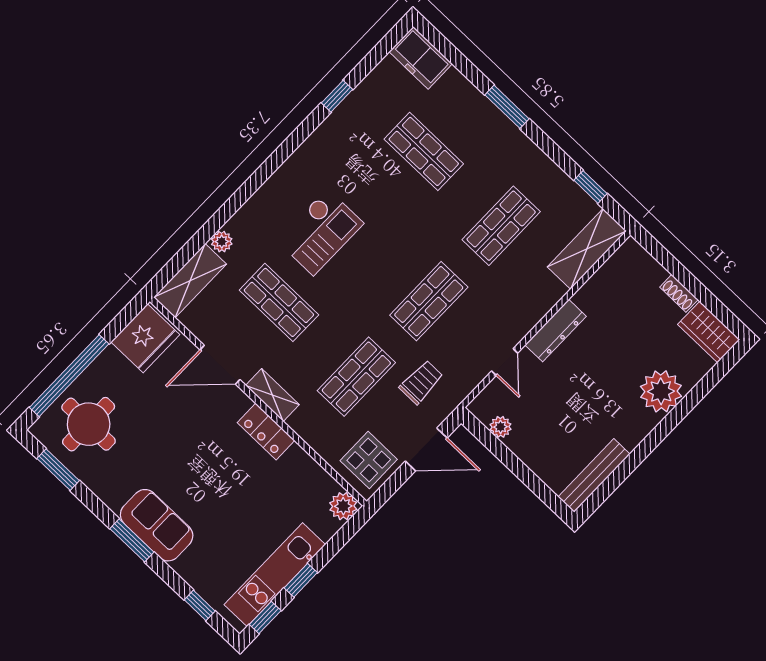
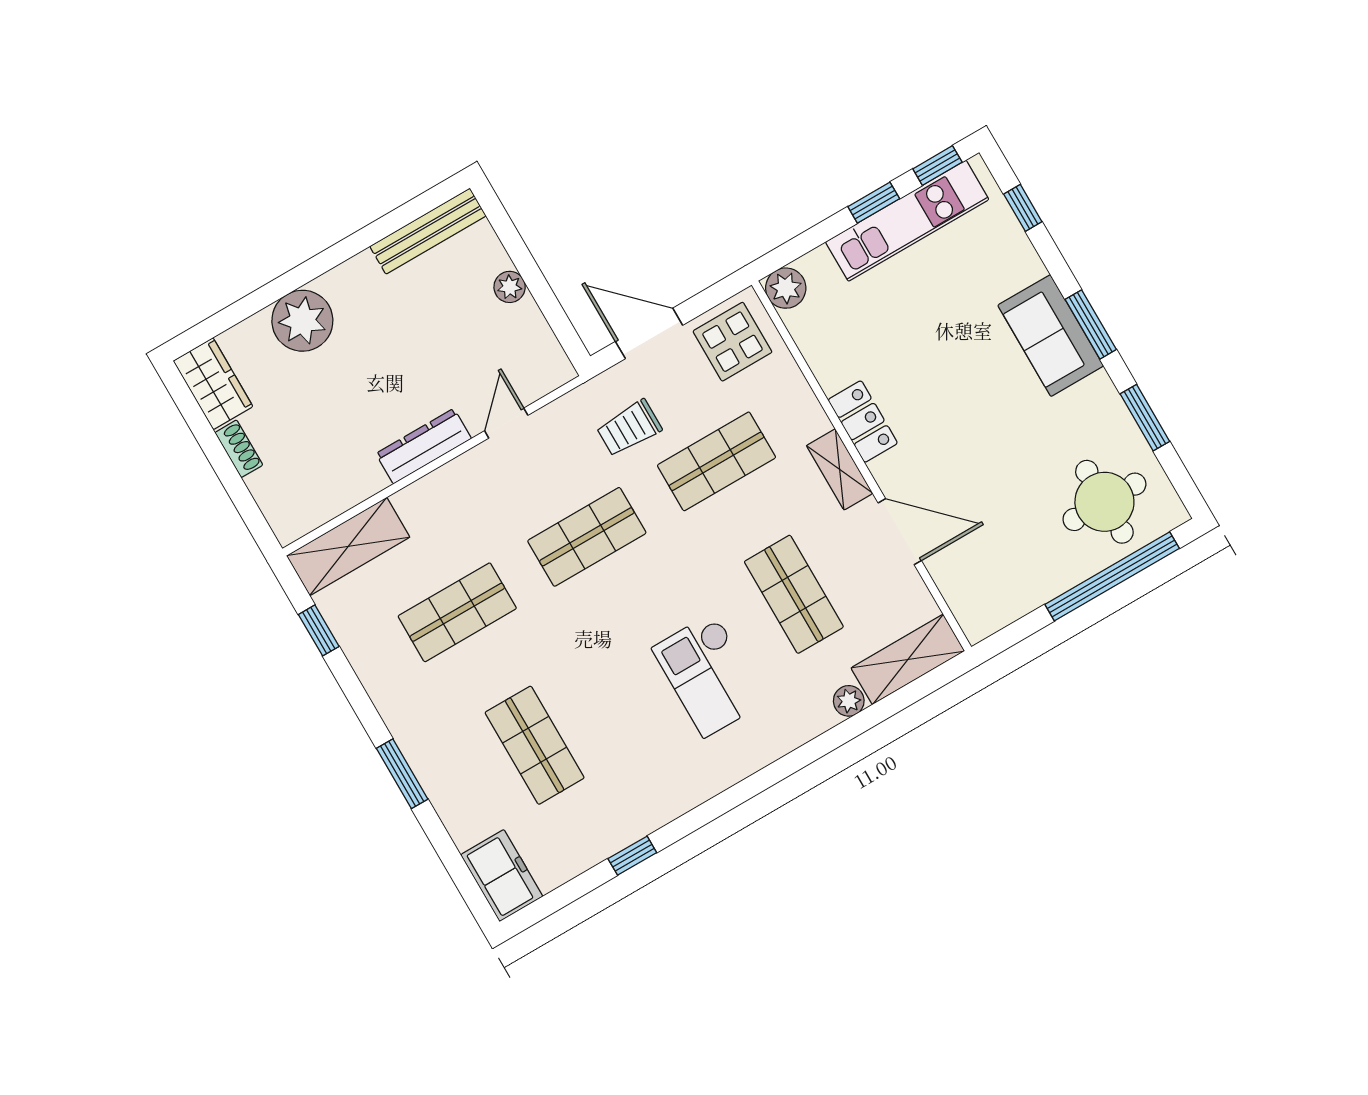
checkout: (320, 232) -> (709, 675), turned -90
fridge: (145, 338) -> (992, 598), removed
plant: (500, 427) -> (510, 287), moved
window: (58, 470) -> (1145, 418), moved

